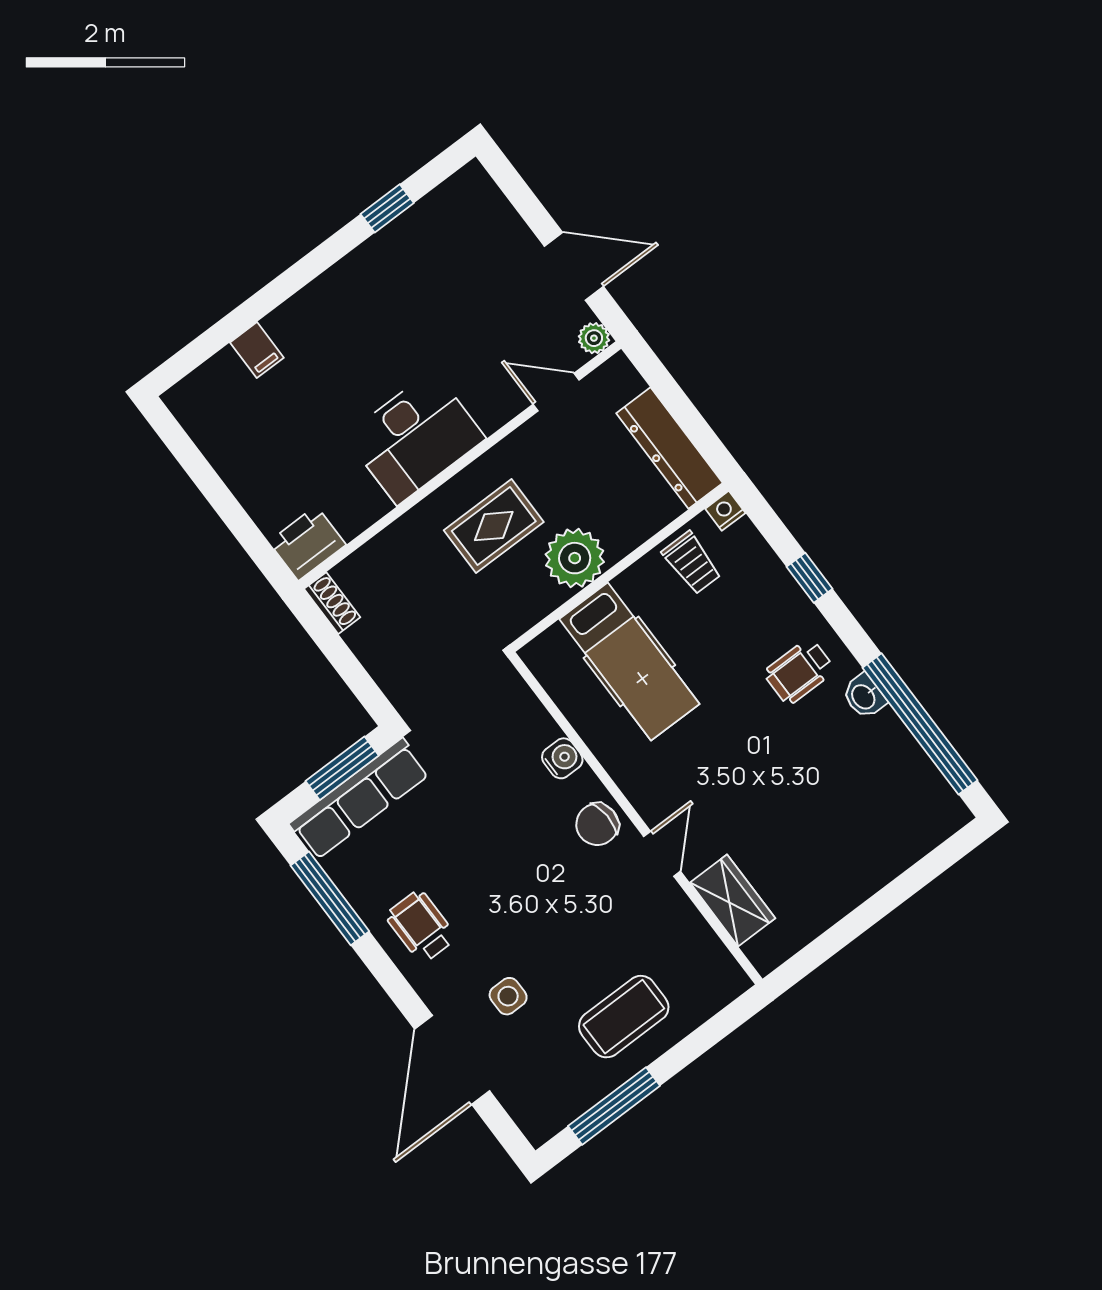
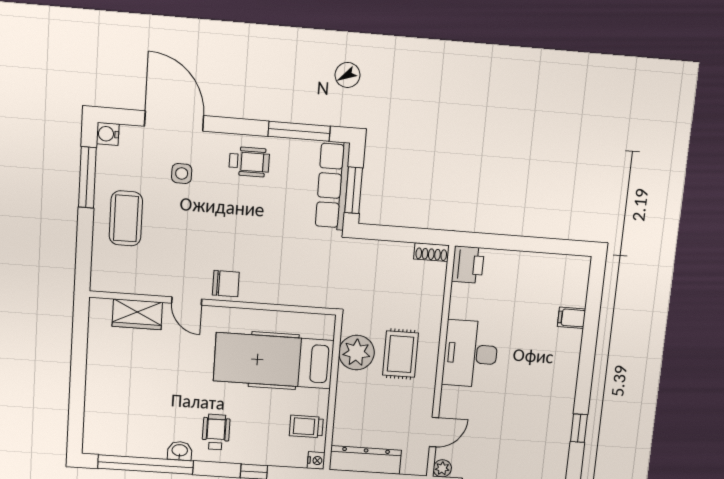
plant: (575, 558) -> (356, 353), moved
hospital bed: (629, 661) -> (274, 361), width x1.37, depth x1.29
water cooler: (562, 758) -> (108, 134), moved, turned 90
chair: (597, 824) -> (226, 284), turned 93

